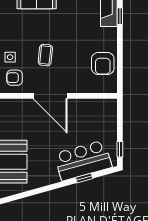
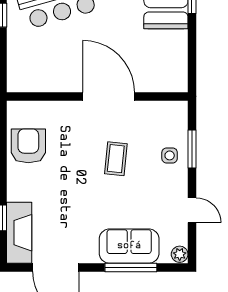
armchair: (15, 78) -> (163, 124), removed

